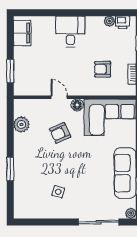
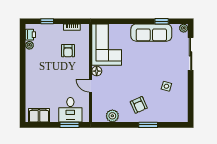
desk: (70, 31) -> (70, 110), moved, turned -90
door: (59, 97) -> (91, 86), hinge flipped
armchair: (60, 133) -> (139, 105), moved

